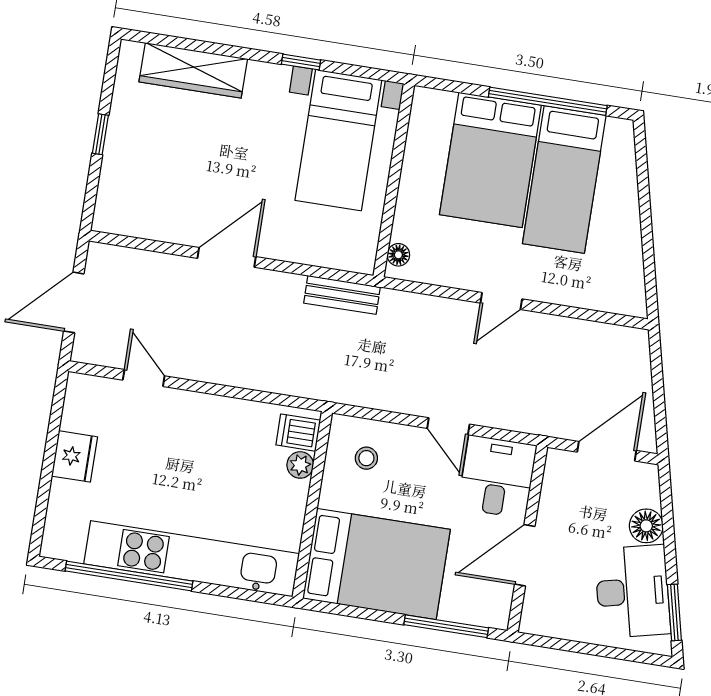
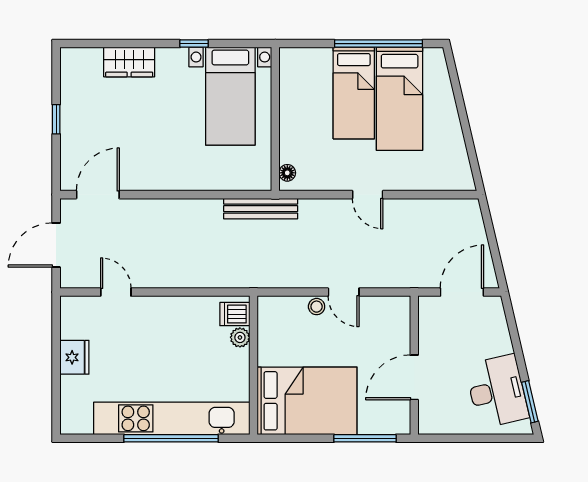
wardrobe: (193, 70) -> (129, 62), width x0.67
bed: (490, 160) -> (354, 93), width x0.67
door: (227, 257) -> (98, 195), moved
bench: (342, 295) -> (261, 209), width x1.36
door: (501, 301) -> (368, 195), hinge flipped
stool: (366, 458) -> (317, 307), moved
desk: (497, 477) -> (385, 323), removed
floor lamp: (646, 526) -> (499, 342), removed
window: (129, 576) -> (171, 438), moved

